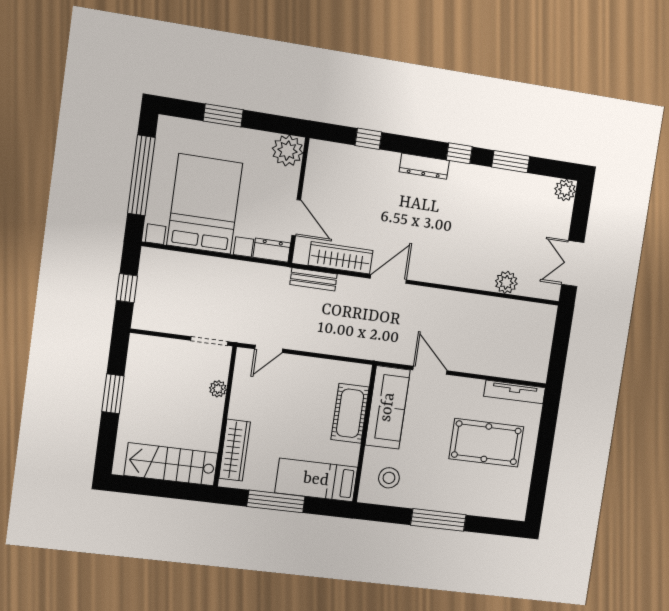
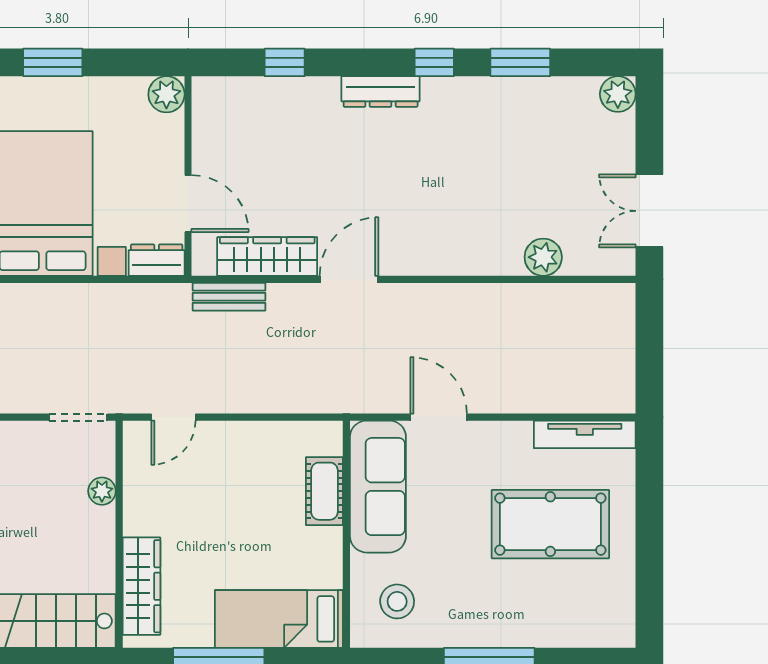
plant: (288, 151) -> (166, 94), width x0.73, depth x0.73
cot: (350, 413) -> (324, 491), width x0.73, depth x0.75

